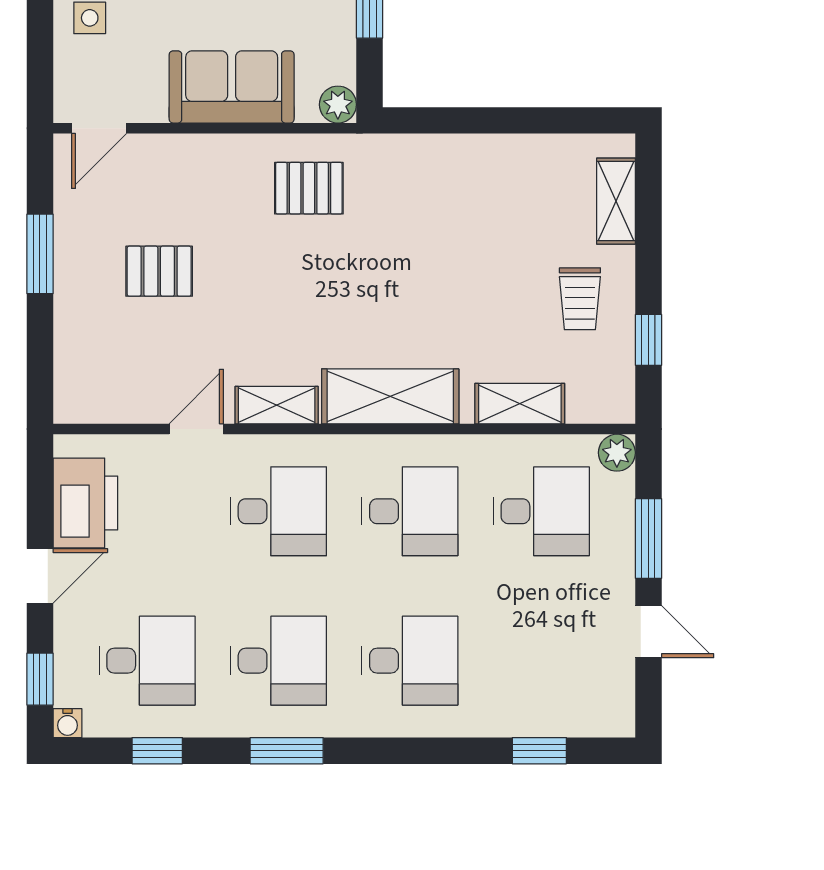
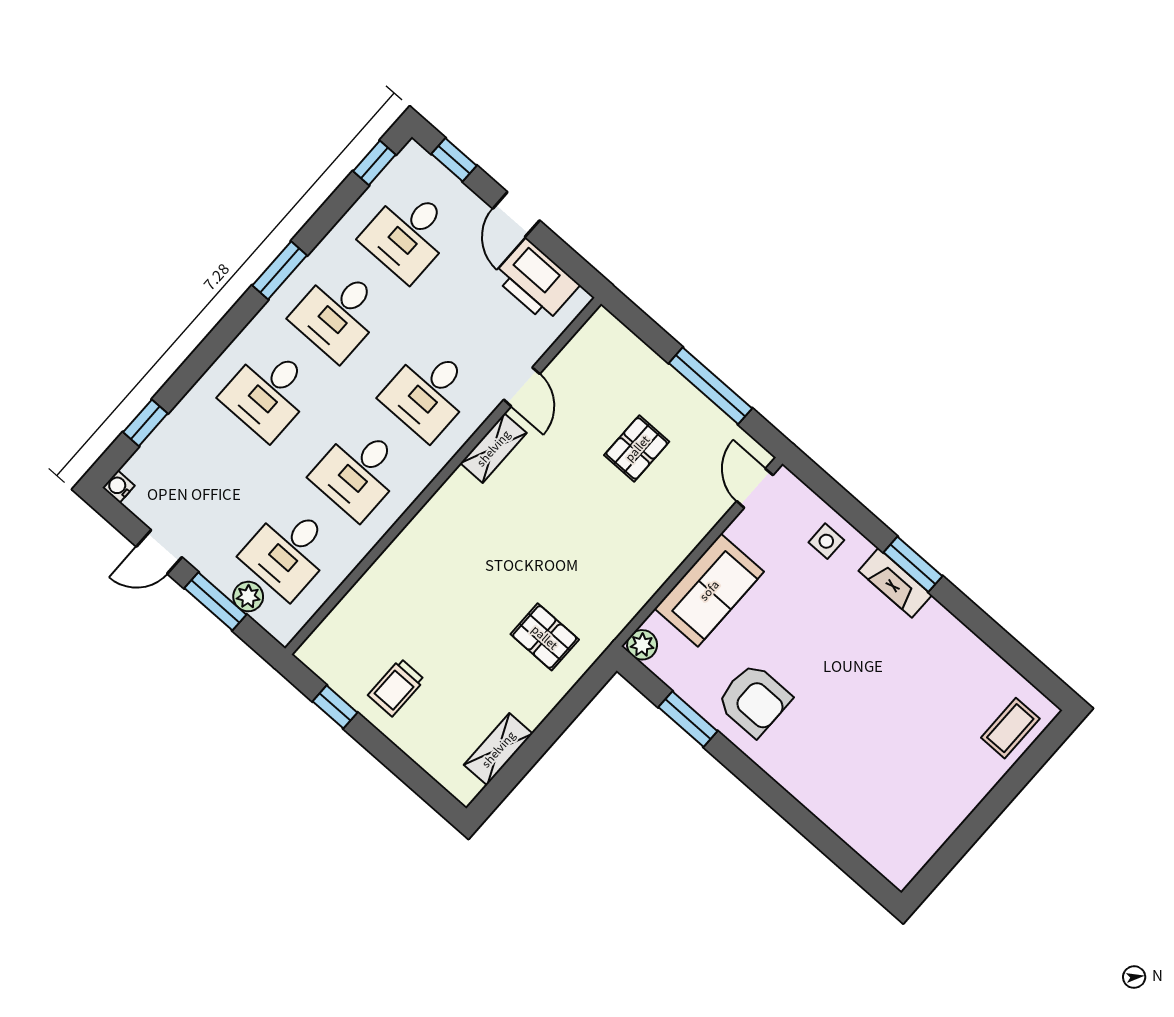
pallet: (309, 188) -> (545, 637), moved, turned 90
shelving: (616, 201) -> (498, 749), moved, turned 90
window: (40, 254) -> (710, 386), width x1.44
trolley: (580, 299) -> (396, 687), turned -90
shelving: (390, 396) -> (438, 521), removed
shelving: (520, 404) -> (365, 596), removed
plant: (617, 453) -> (248, 597), moved
water cooler: (68, 723) -> (119, 487), moved
window: (157, 751) -> (374, 163), moved

